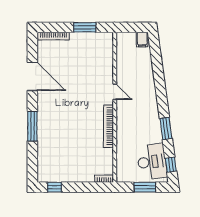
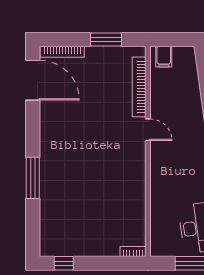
filing cabinet: (142, 39) -> (164, 57), moved
door: (32, 76) -> (33, 80), moved
bookcase: (108, 126) -> (139, 87), moved

